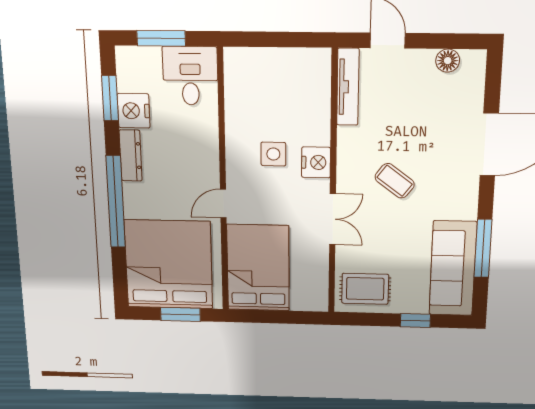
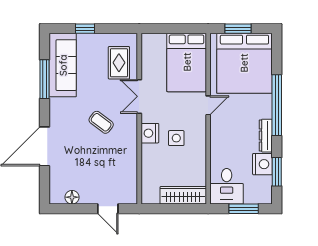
wardrobe: (261, 62) -> (183, 195), added
tv unit: (348, 87) -> (131, 181), removed
rug: (365, 289) -> (119, 63), moved, turned 90

